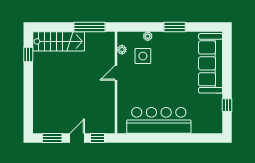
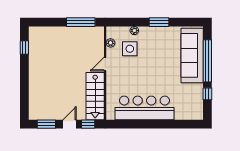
stairs: (59, 41) -> (95, 96), moved, turned 90
window: (227, 69) -> (207, 61), added

